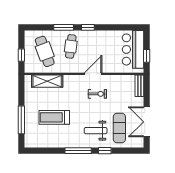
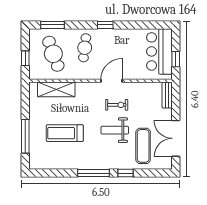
window: (64, 27) -> (53, 25), moved
weight bench: (96, 131) -> (115, 130), moved

